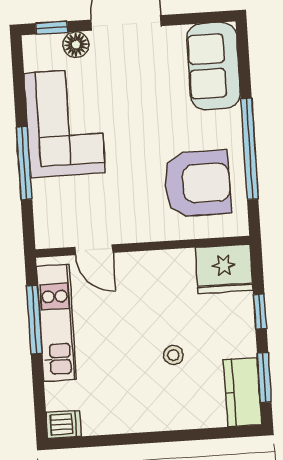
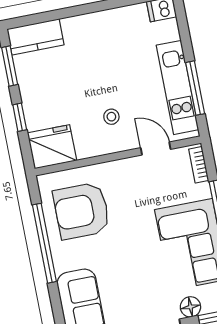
bookcase: (42, 222) -> (199, 165), added
stool: (173, 355) -> (111, 117), moved
kitchen counter: (243, 392) -> (36, 37), moved, turned 90

